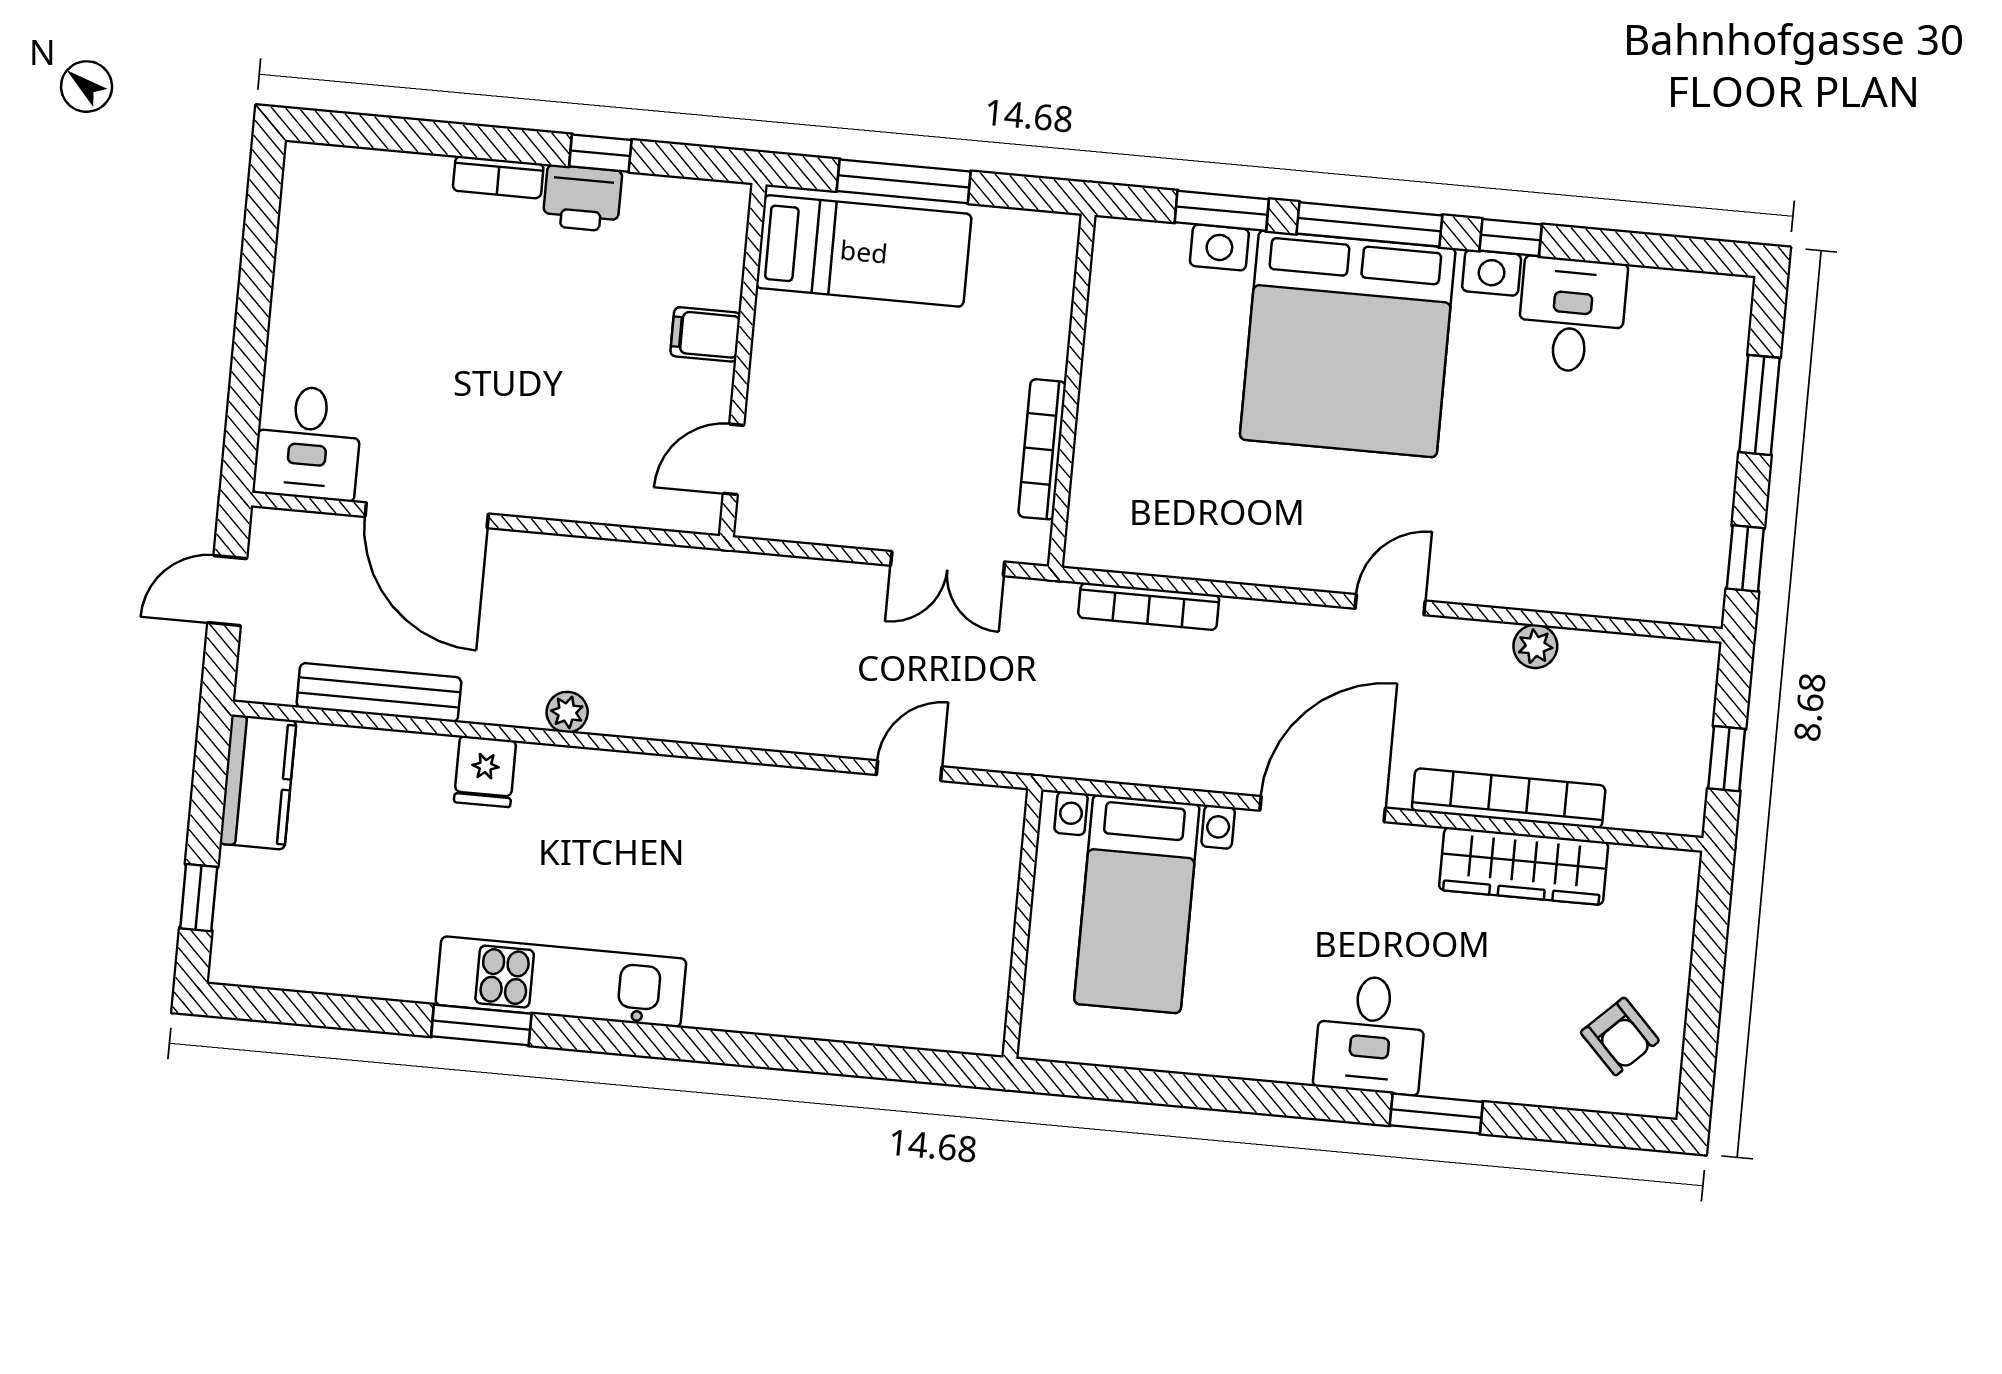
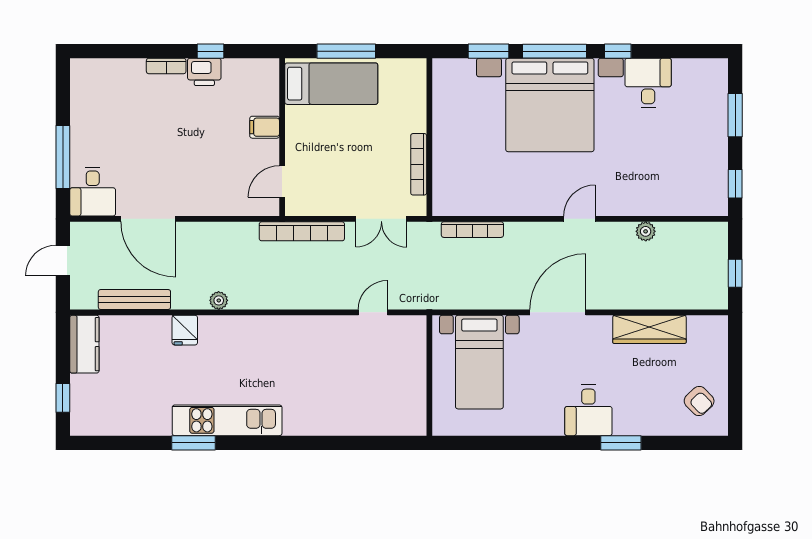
window: (249, 359) -> (63, 157), added
bookcase: (1509, 798) -> (302, 231), moved, turned 180

